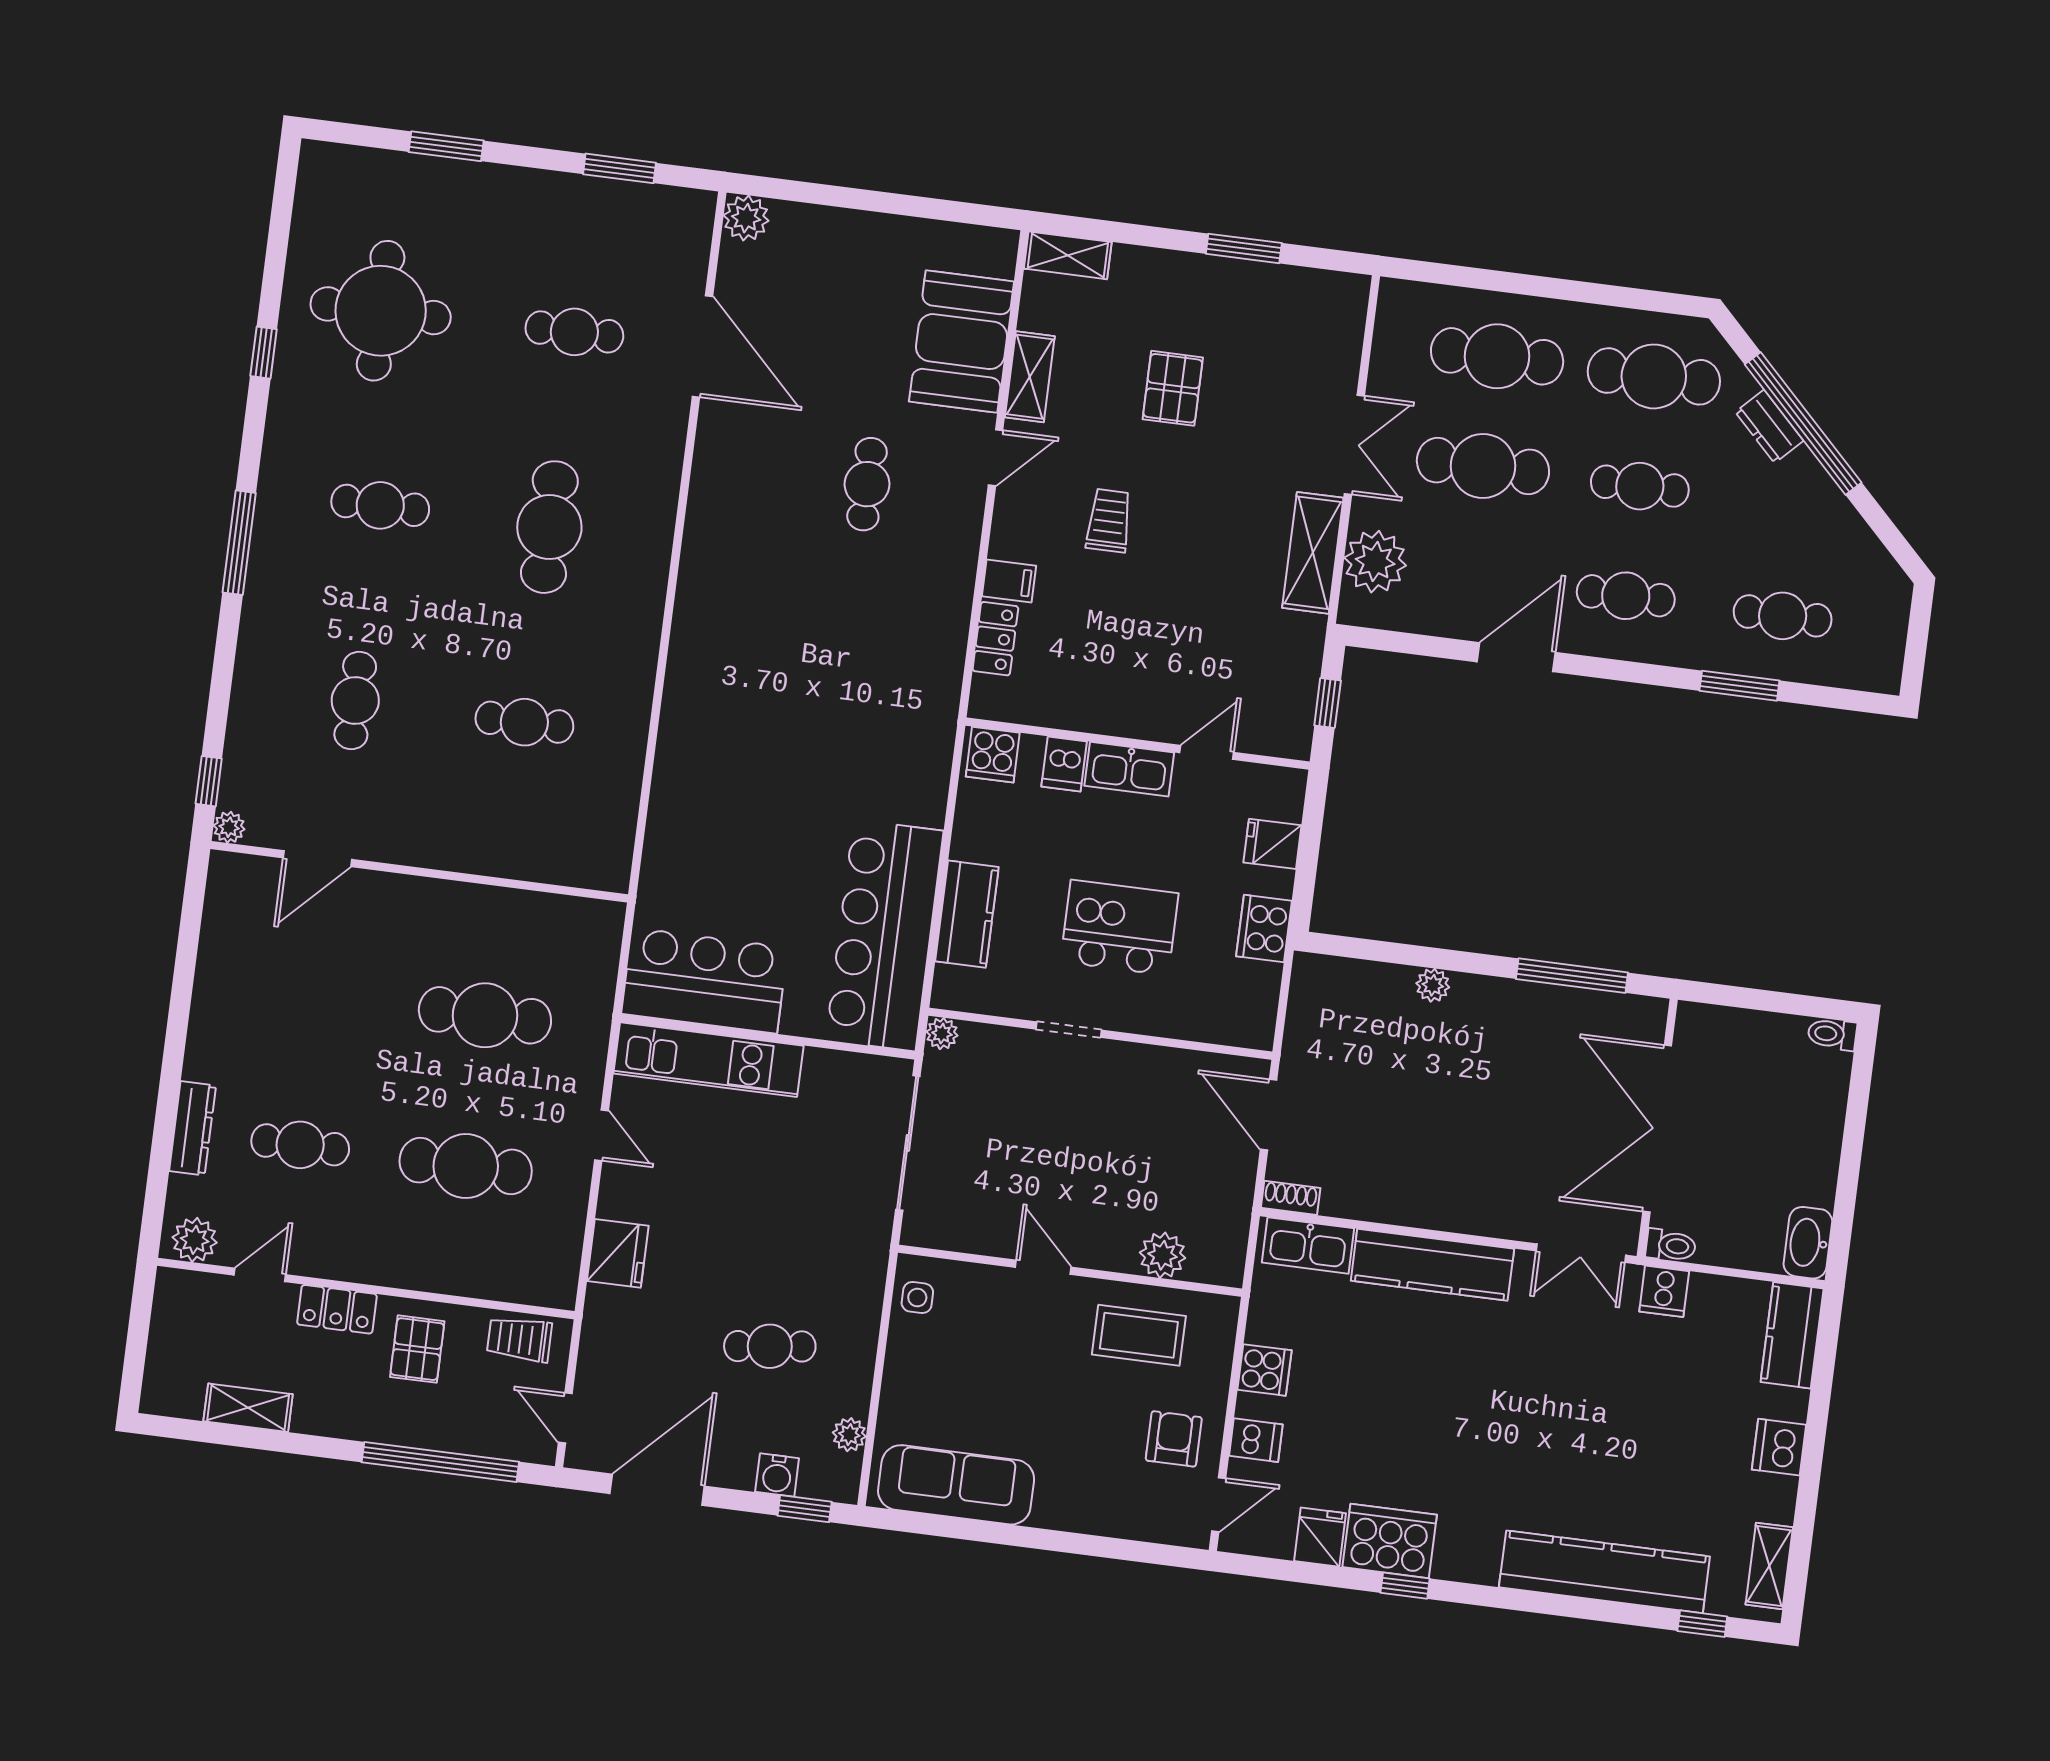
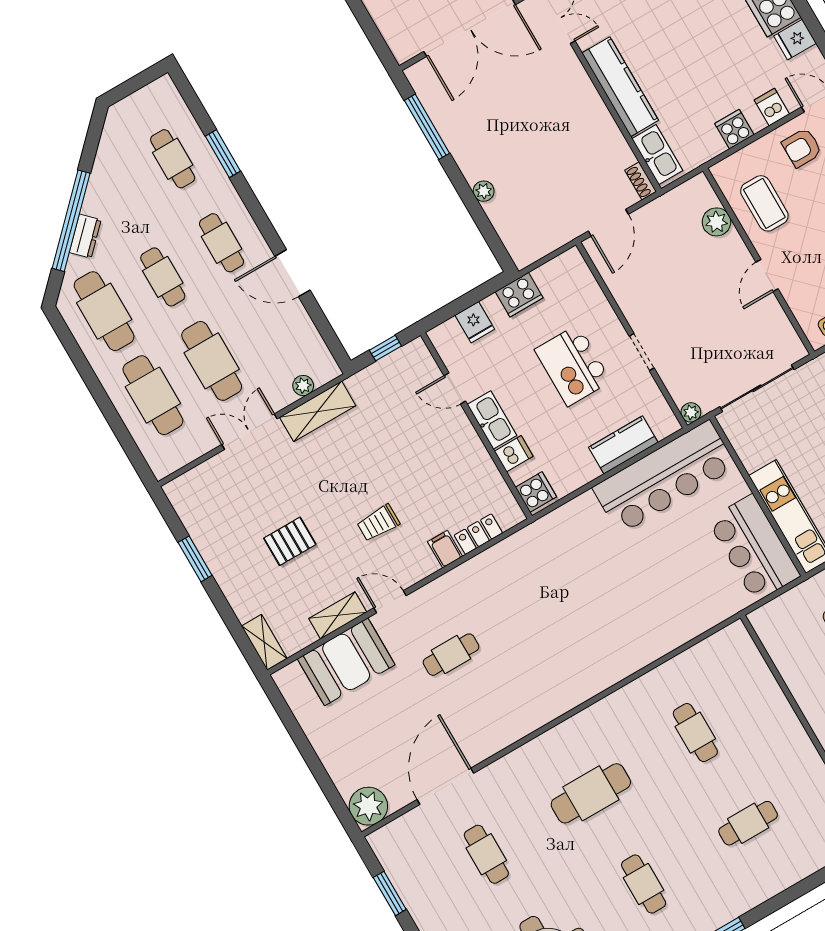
plant: (746, 218) -> (368, 806), width x1.36, depth x1.36
plant: (1375, 562) -> (303, 386), width x0.53, depth x0.53

